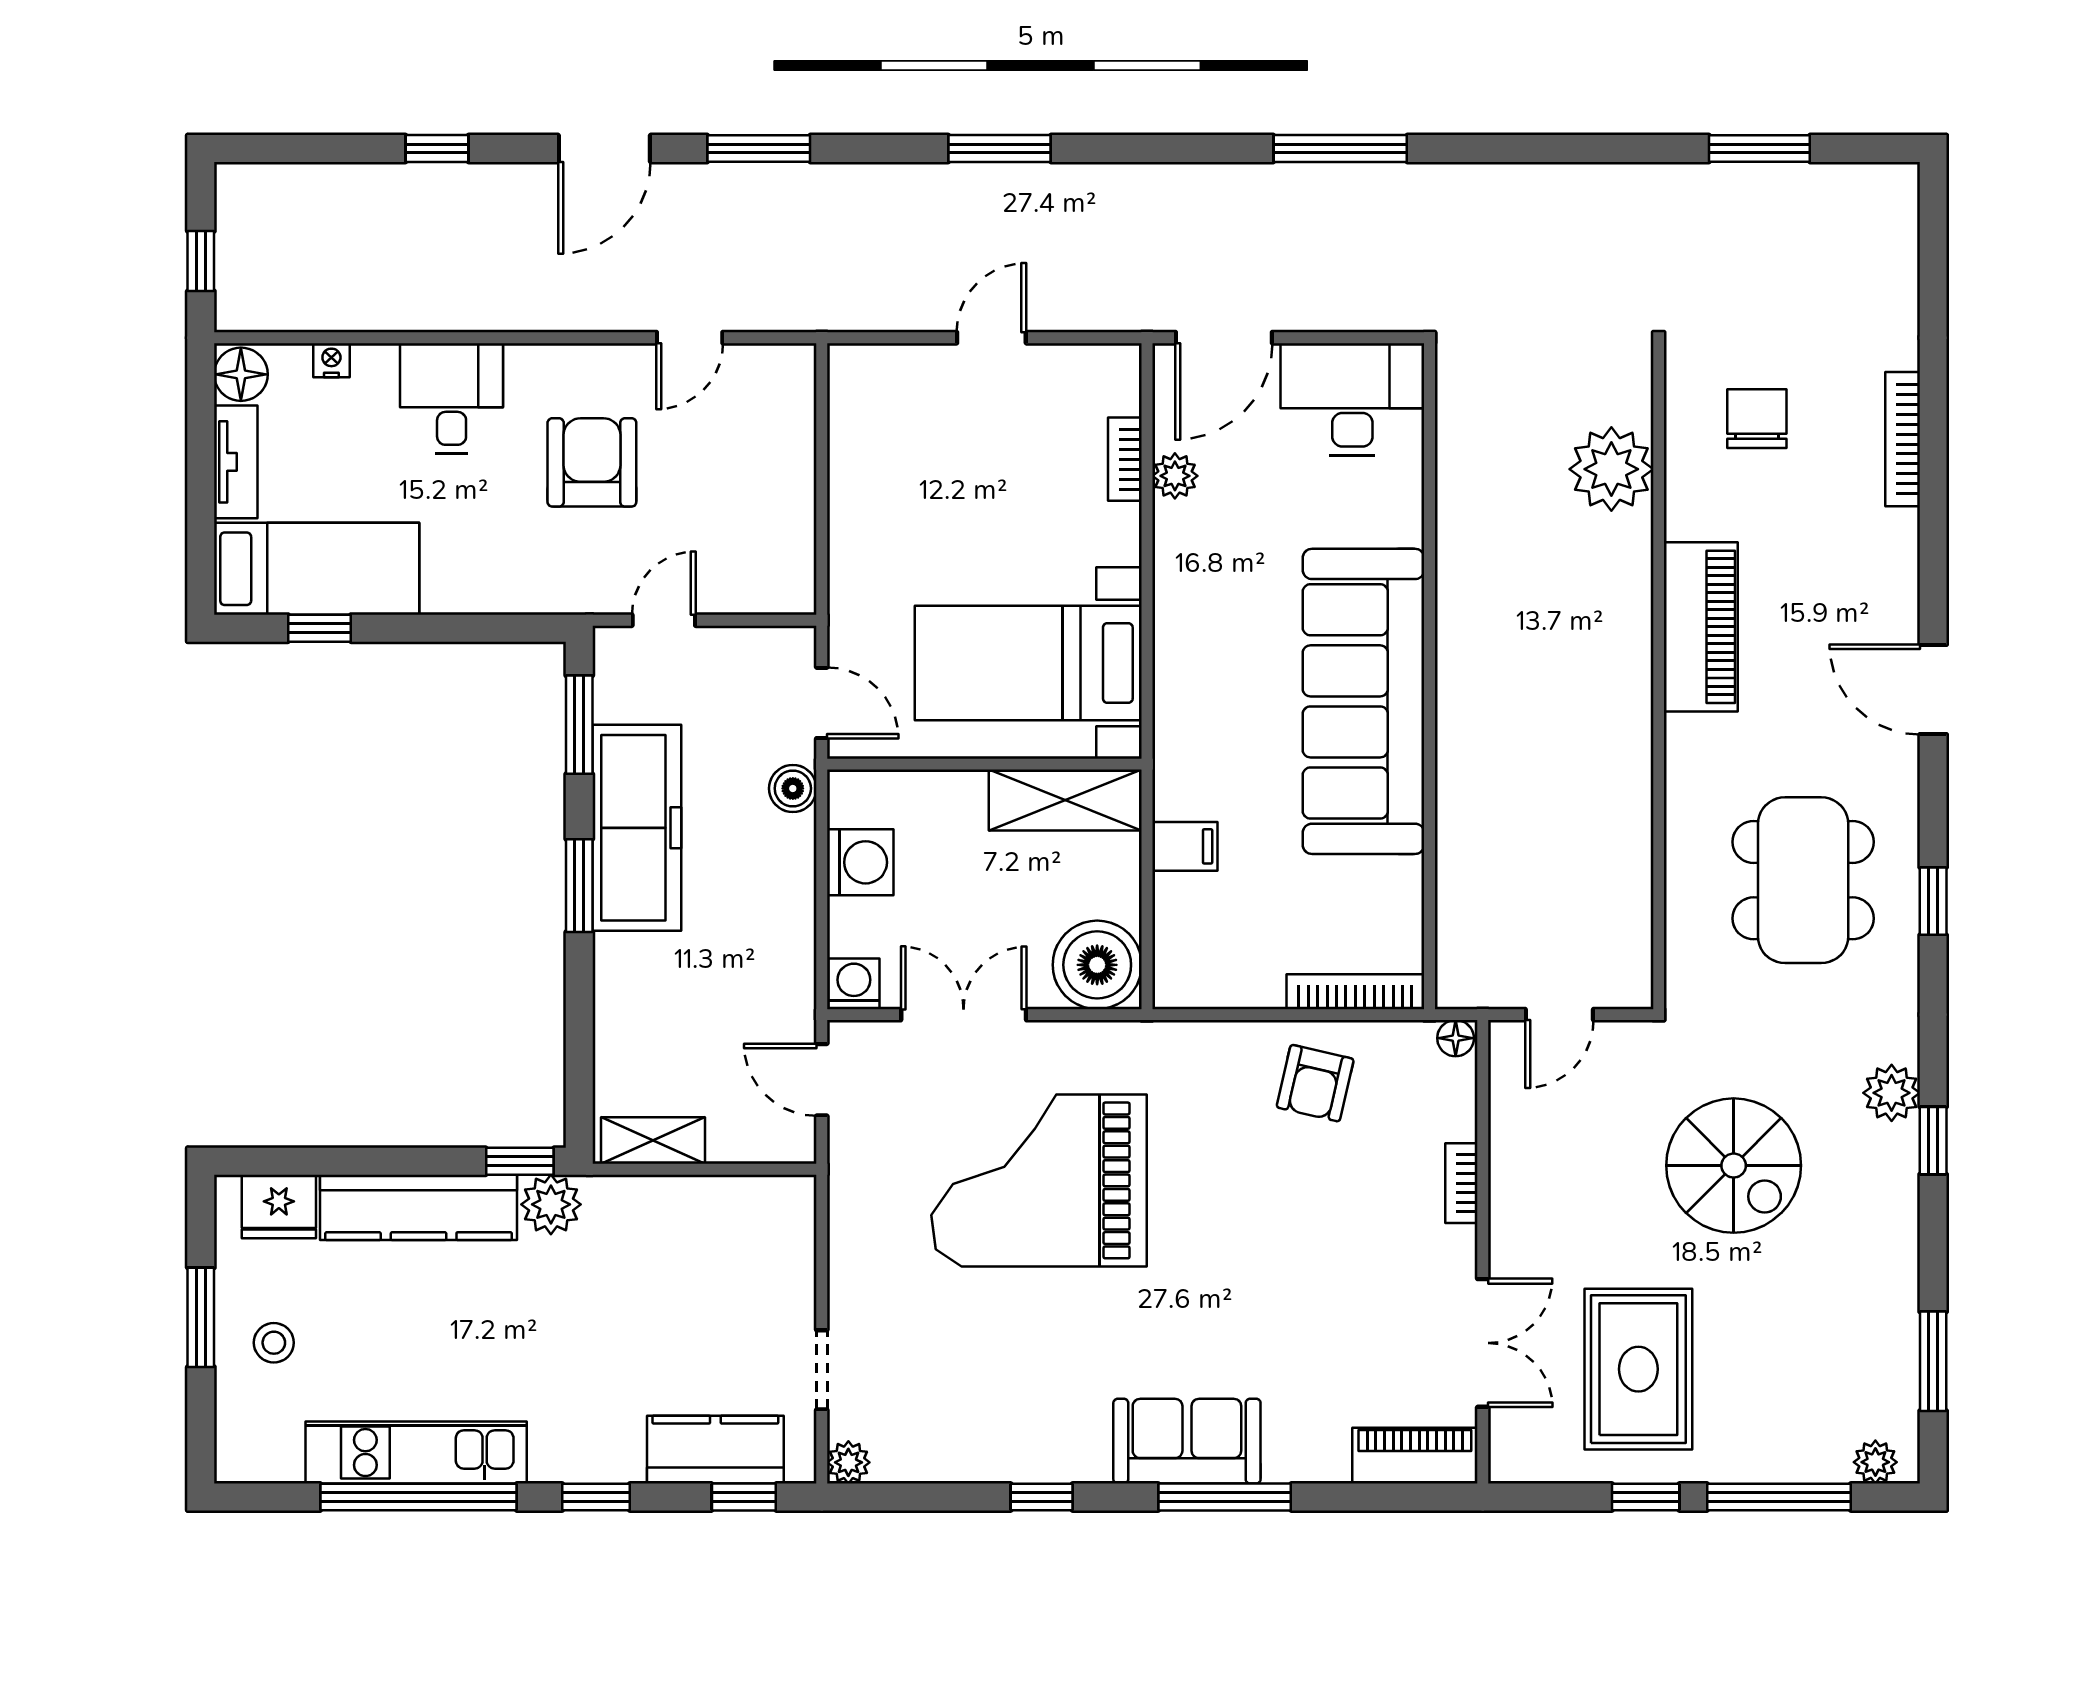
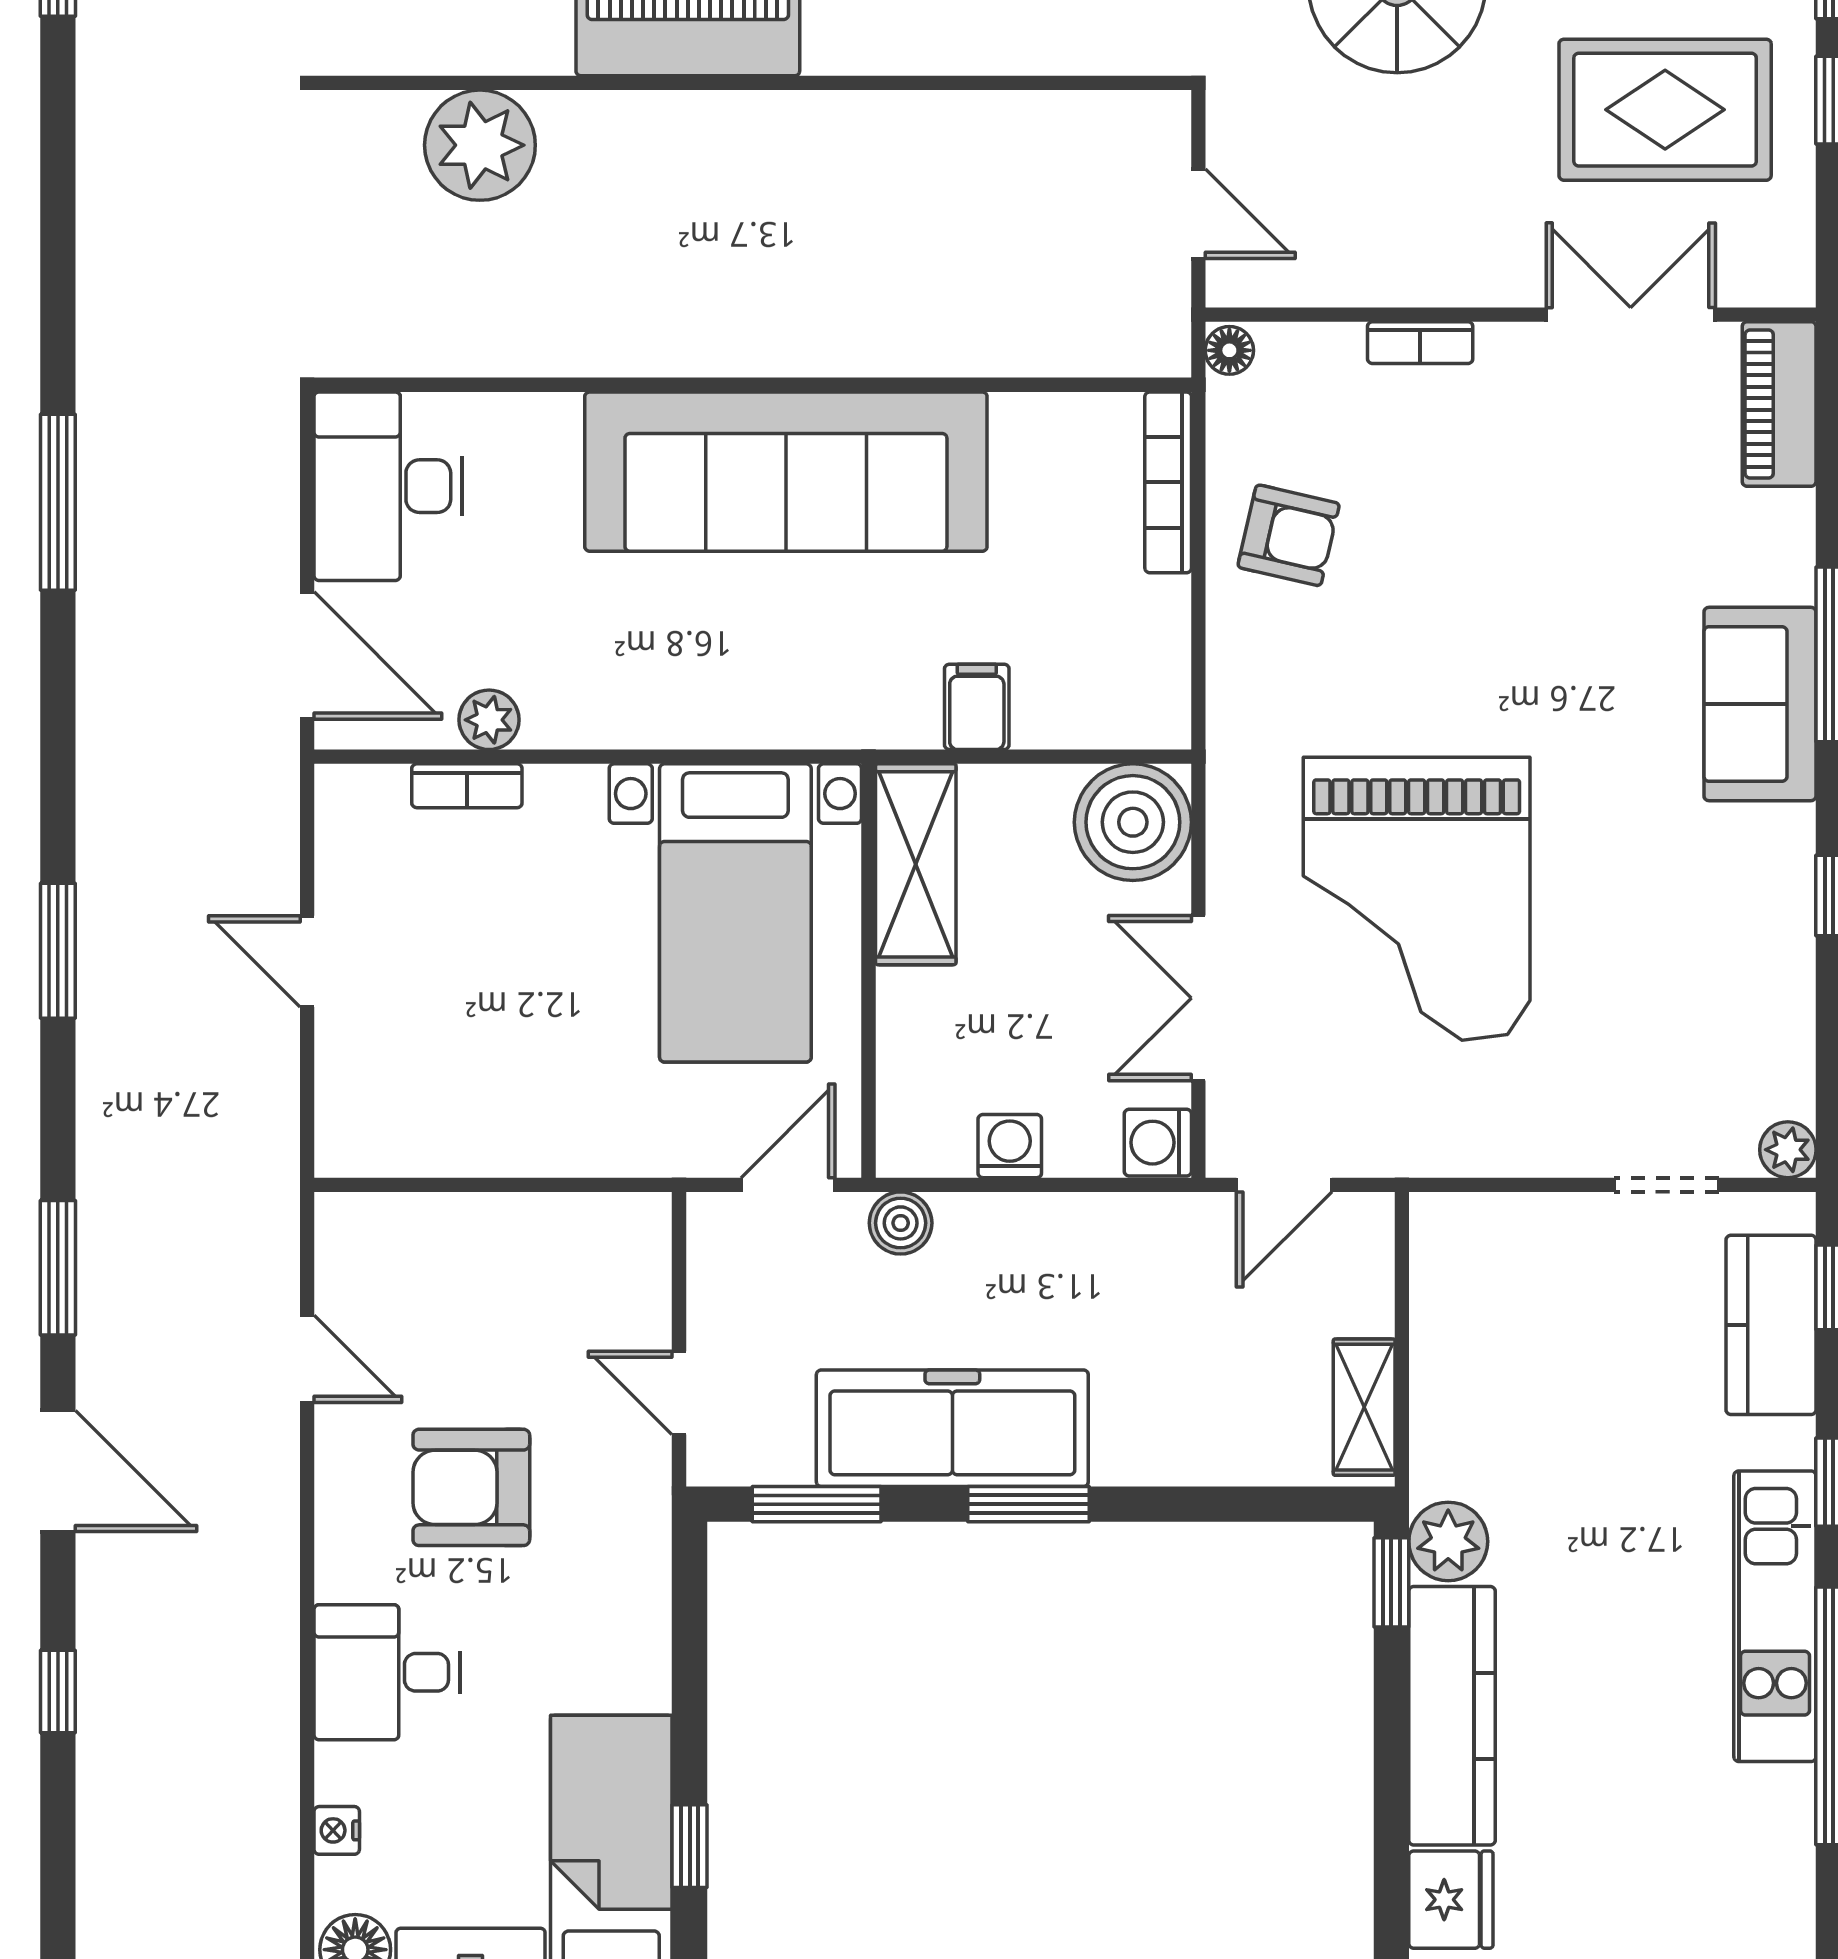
washing machine: (860, 862) -> (1010, 1146), width x0.73, depth x0.73
stool: (274, 1343) -> (1630, 1906), removed
kitchen unit: (416, 1453) -> (1775, 1616), moved

